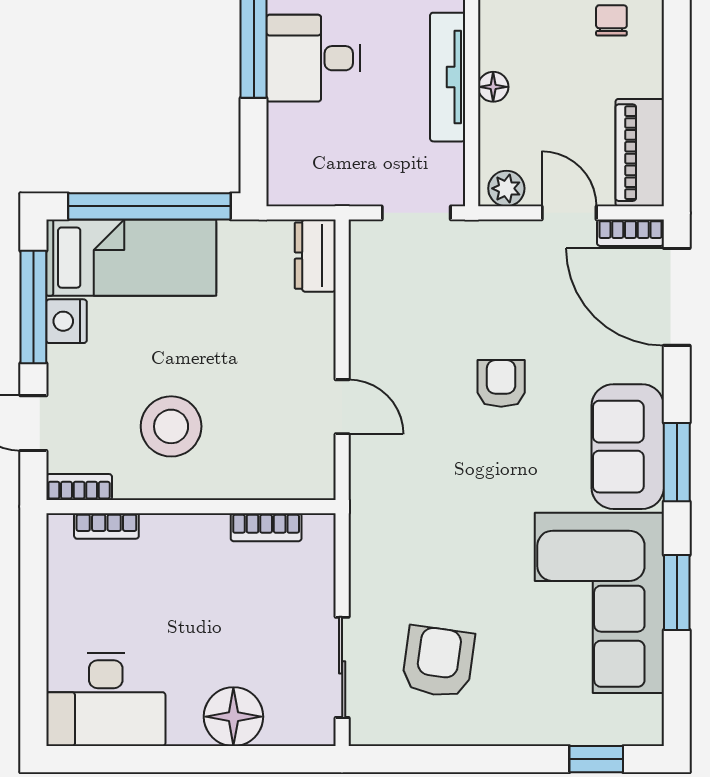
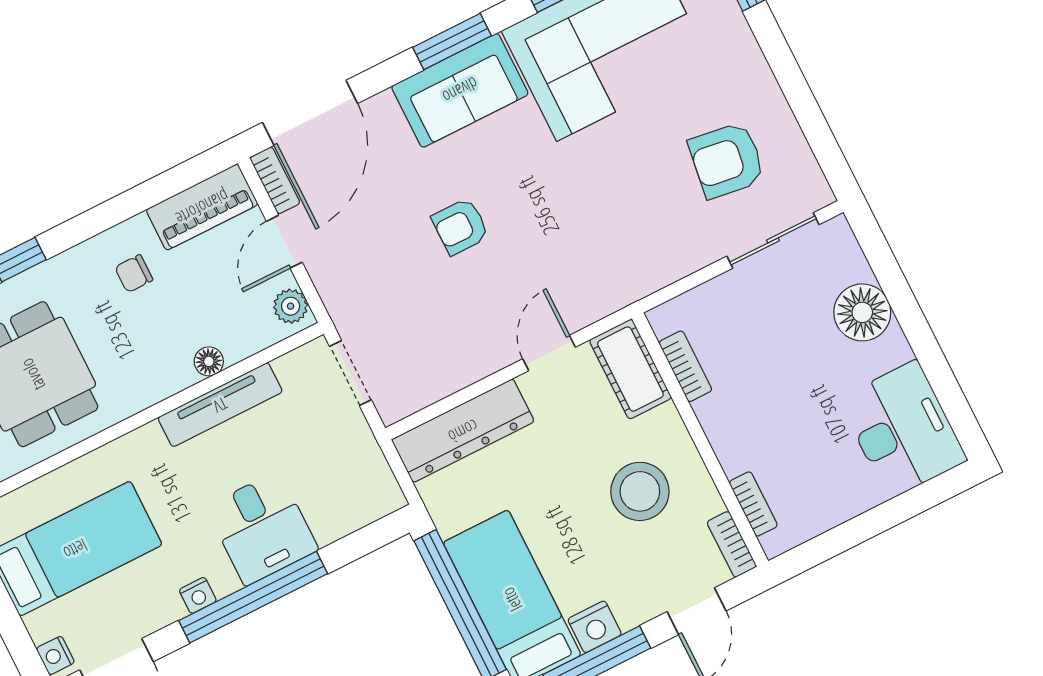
chair: (611, 20) -> (134, 274), moved
dresser: (315, 256) -> (463, 431), width x1.96, depth x1.24
cot: (289, 475) -> (630, 369), added

